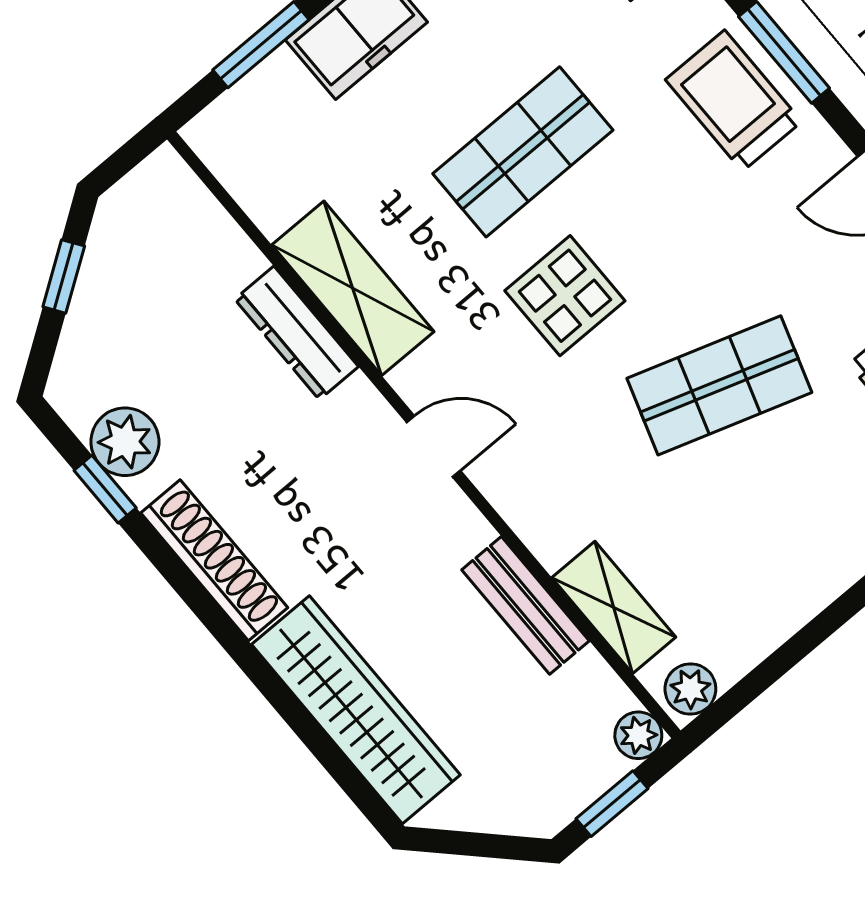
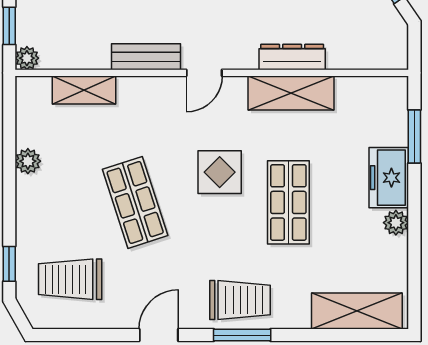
shop shelf: (719, 385) -> (135, 202), turned -36
bench: (525, 605) -> (146, 57), moved
plant: (690, 689) -> (28, 161), moved

